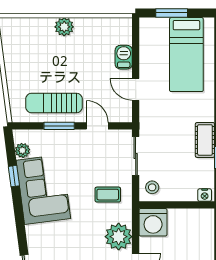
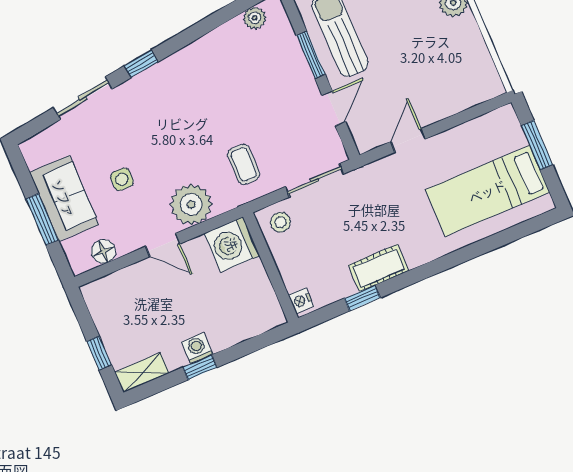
barbecue: (124, 57) -> (446, 104), removed
window: (14, 176) -> (141, 64), moved
corner sofa: (43, 189) -> (212, 71), removed

